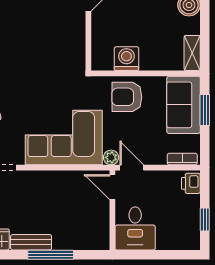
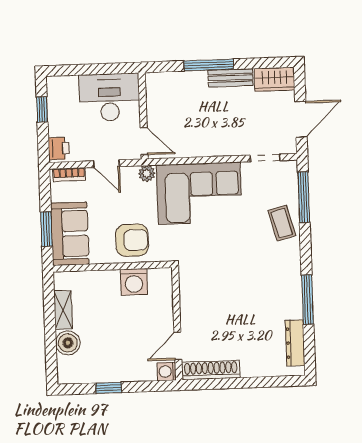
shelving: (192, 53) -> (63, 310), moved
door: (132, 168) -> (106, 164), moved
desk: (135, 228) -> (110, 97), width x1.37

